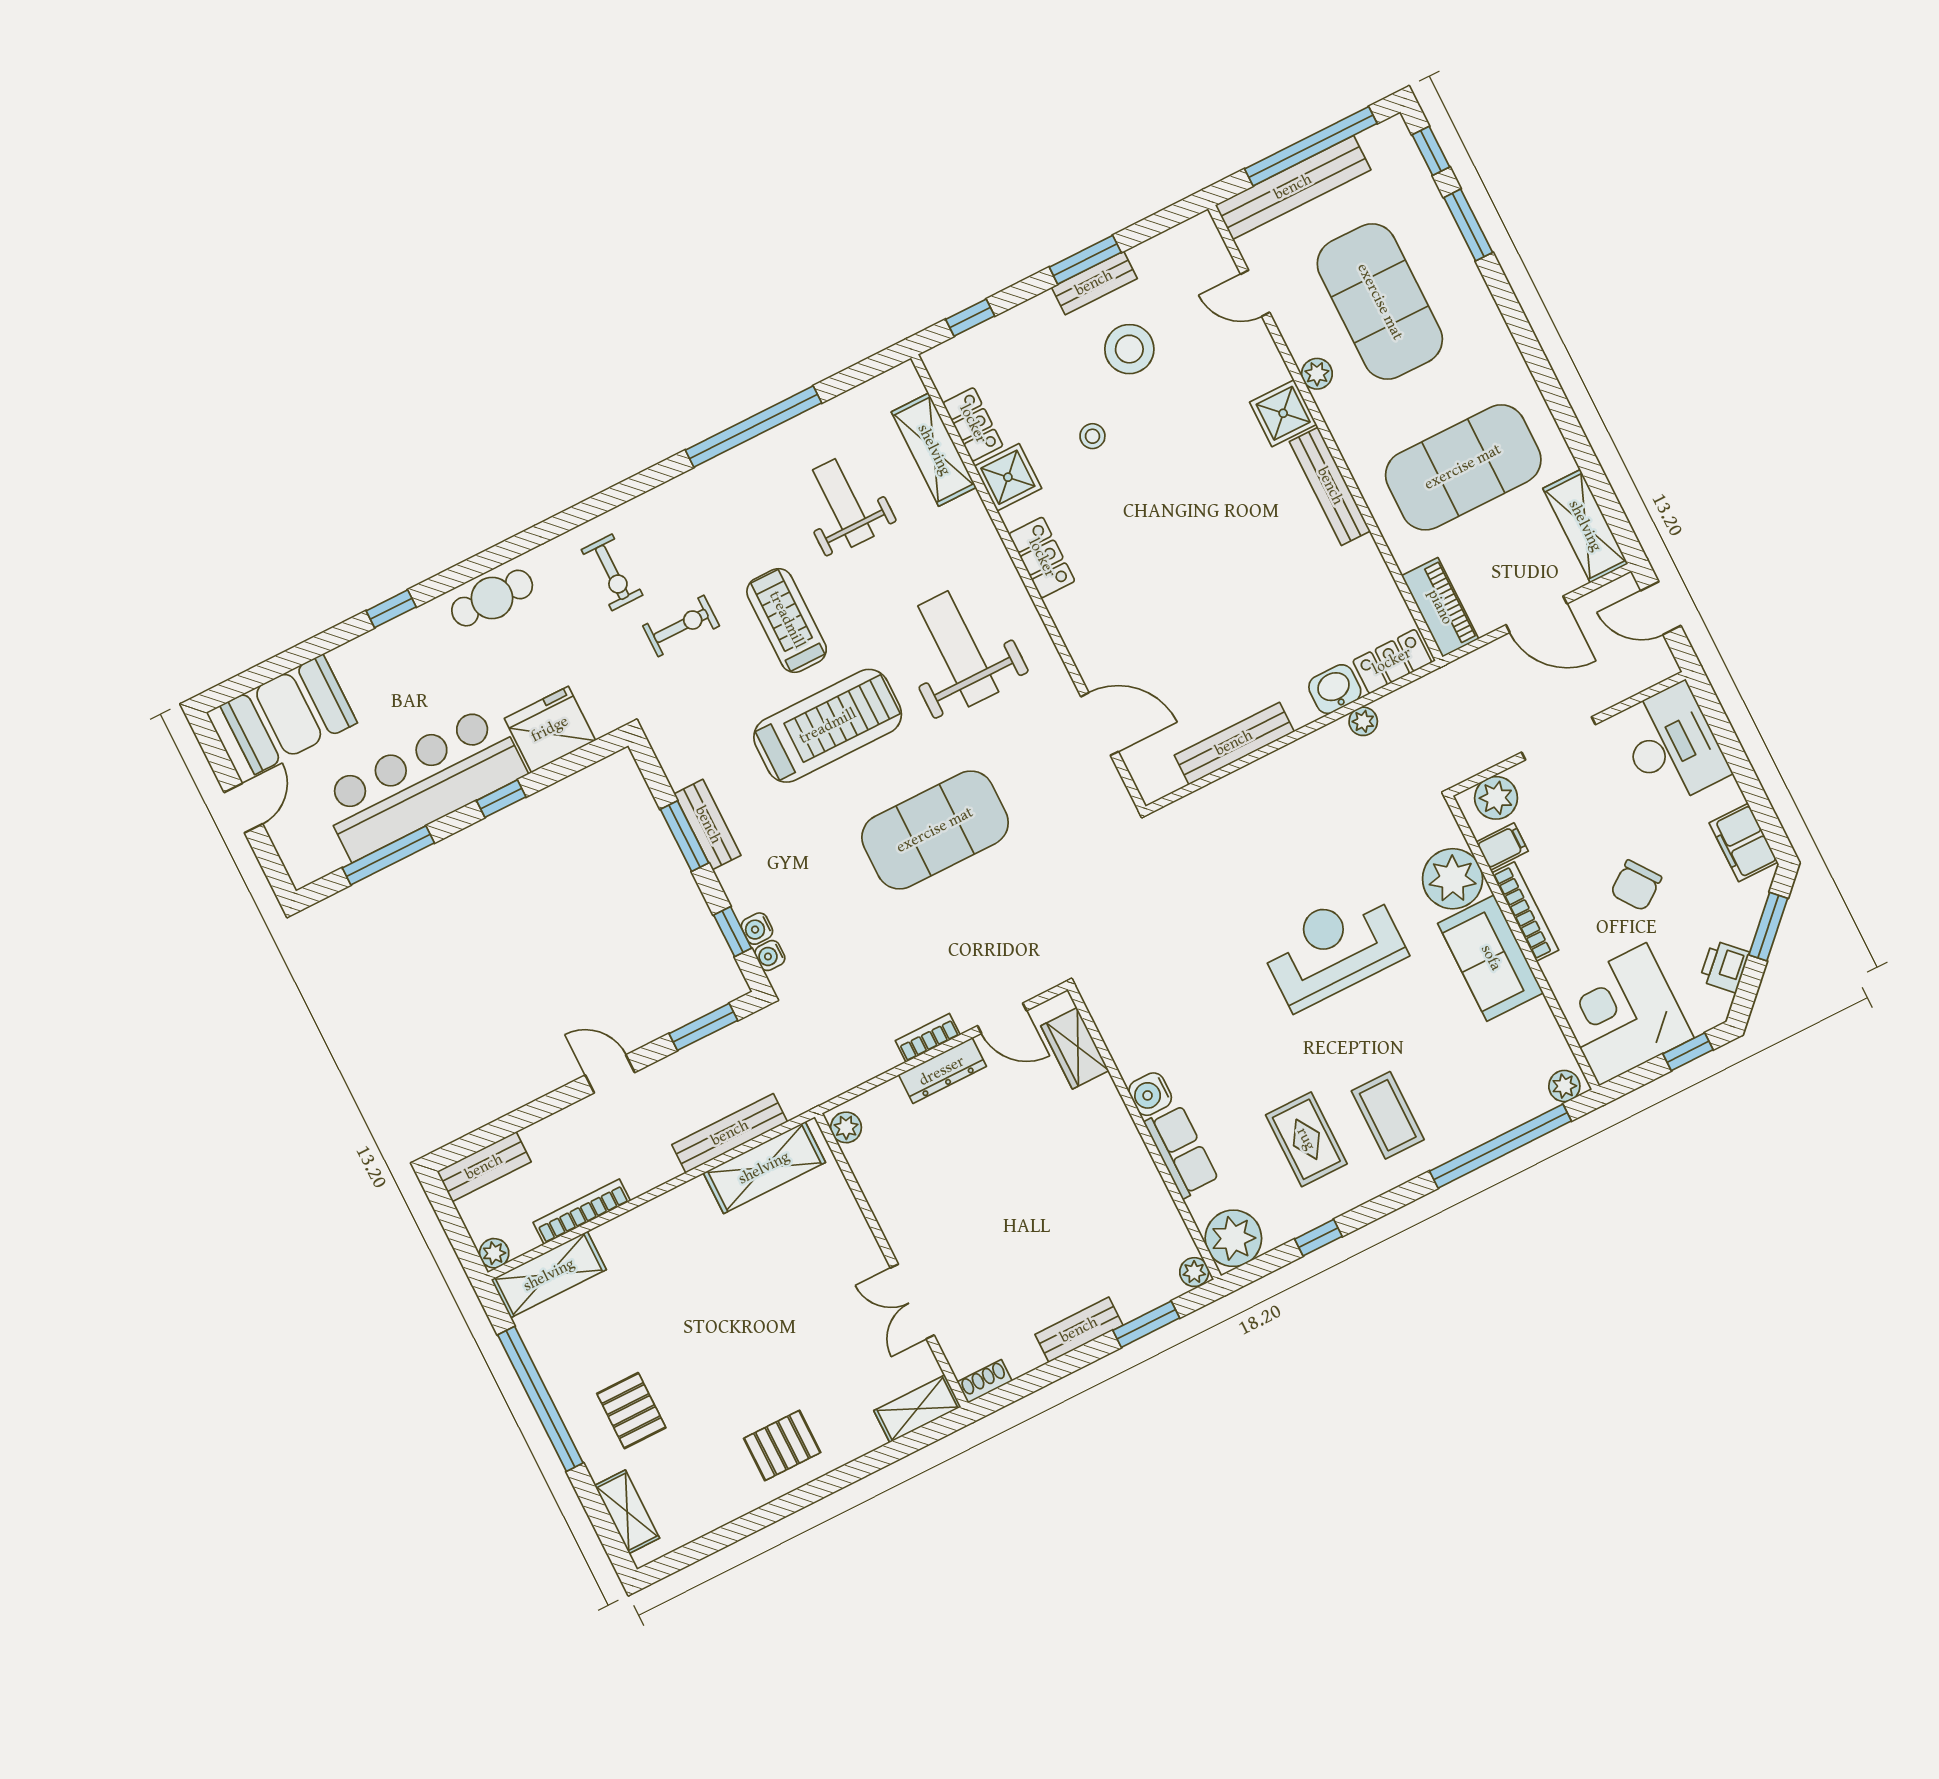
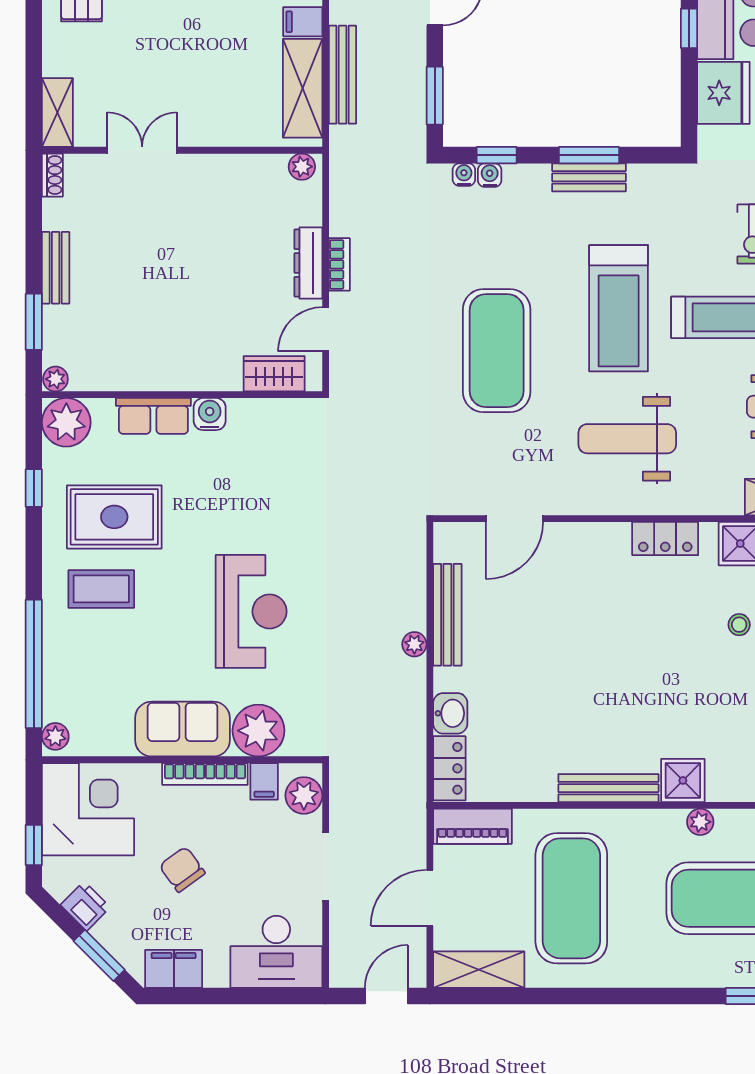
weight bench: (958, 649) -> (627, 439), turned 180
plant: (1363, 721) -> (414, 644), moved
rug: (1306, 1139) -> (114, 517), width x1.36, depth x1.43
filing cabinet: (695, 1202) -> (303, 22), added

